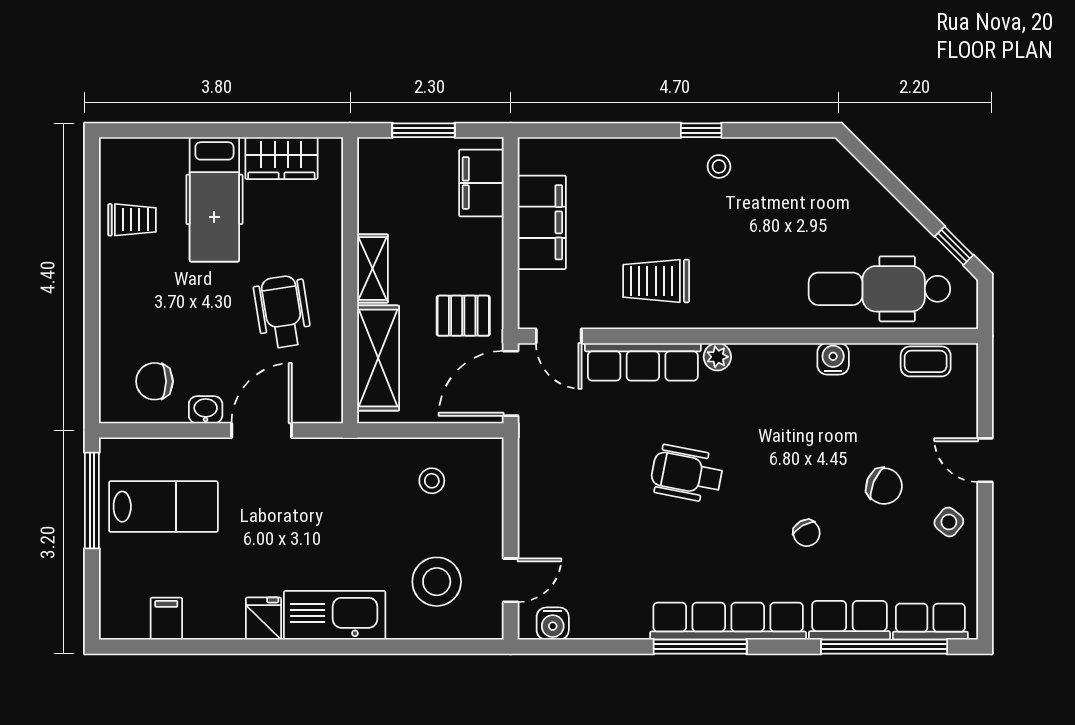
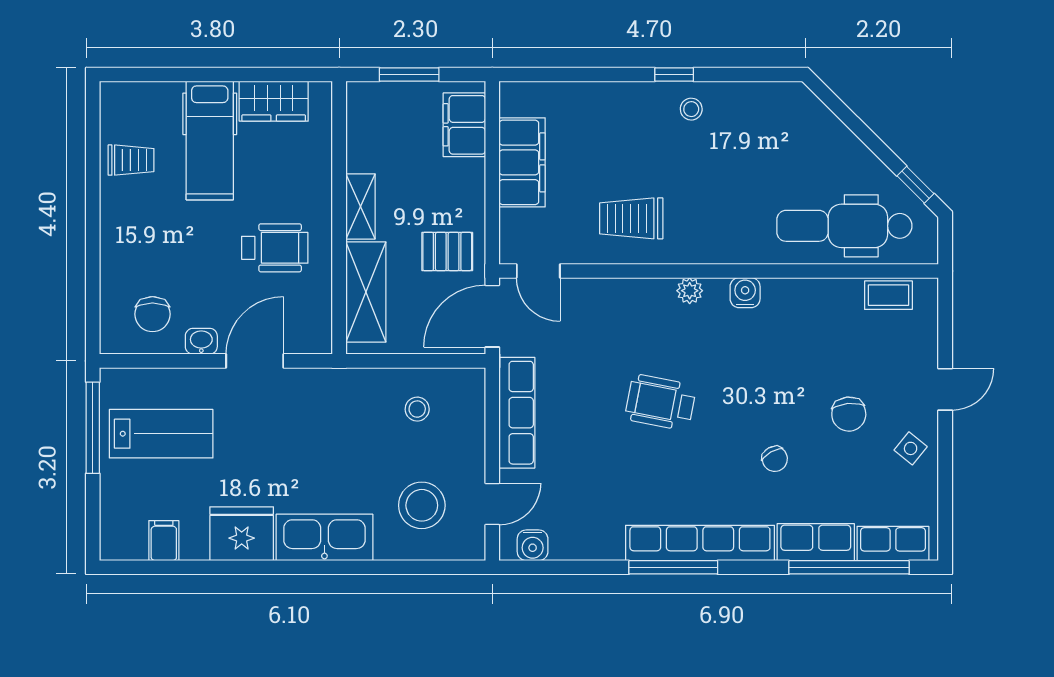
wheelchair: (283, 312) -> (275, 248), turned 99
water cooler: (833, 359) -> (745, 293), moved
row of seats: (643, 362) -> (517, 413), moved, turned -90
chair: (154, 381) -> (152, 314), turned -90
door: (985, 460) -> (945, 389), swing flipped
chair: (884, 486) -> (849, 414), turned 61
fridge: (264, 619) -> (242, 534), width x1.88, depth x1.34

